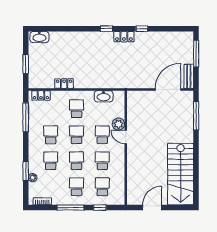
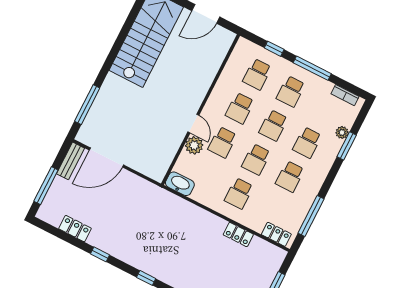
locker: (124, 37) -> (75, 229), moved
washbasin: (104, 96) -> (180, 184), moved

